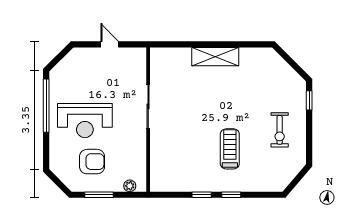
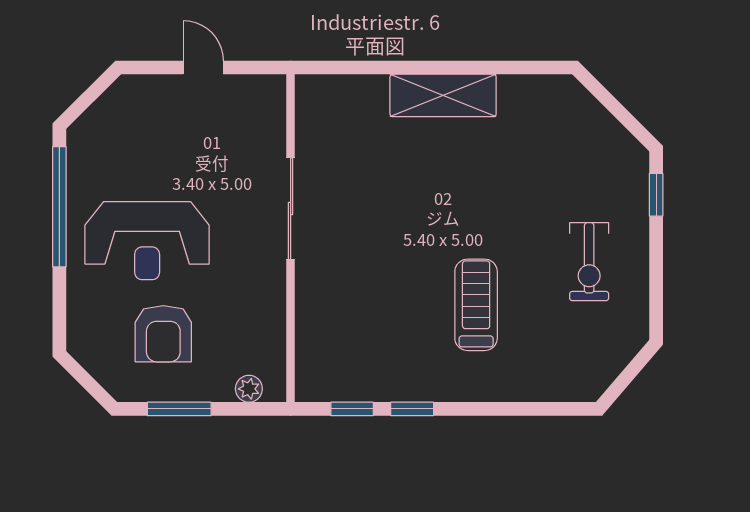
armchair: (92, 162) -> (163, 334), turned 90
window: (231, 195) -> (352, 409), moved

